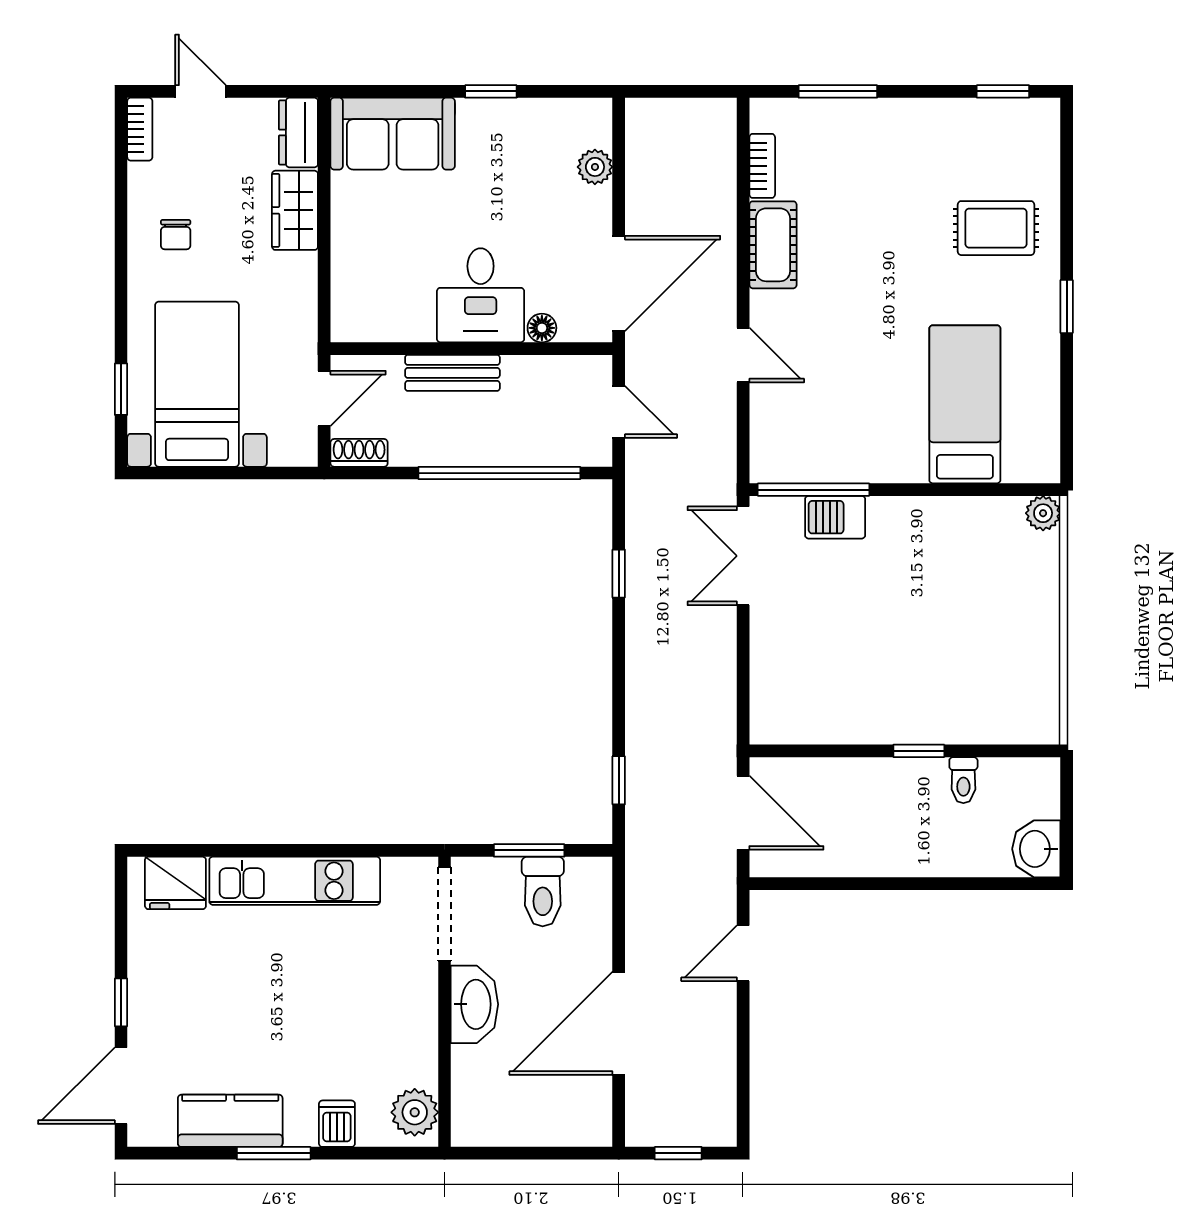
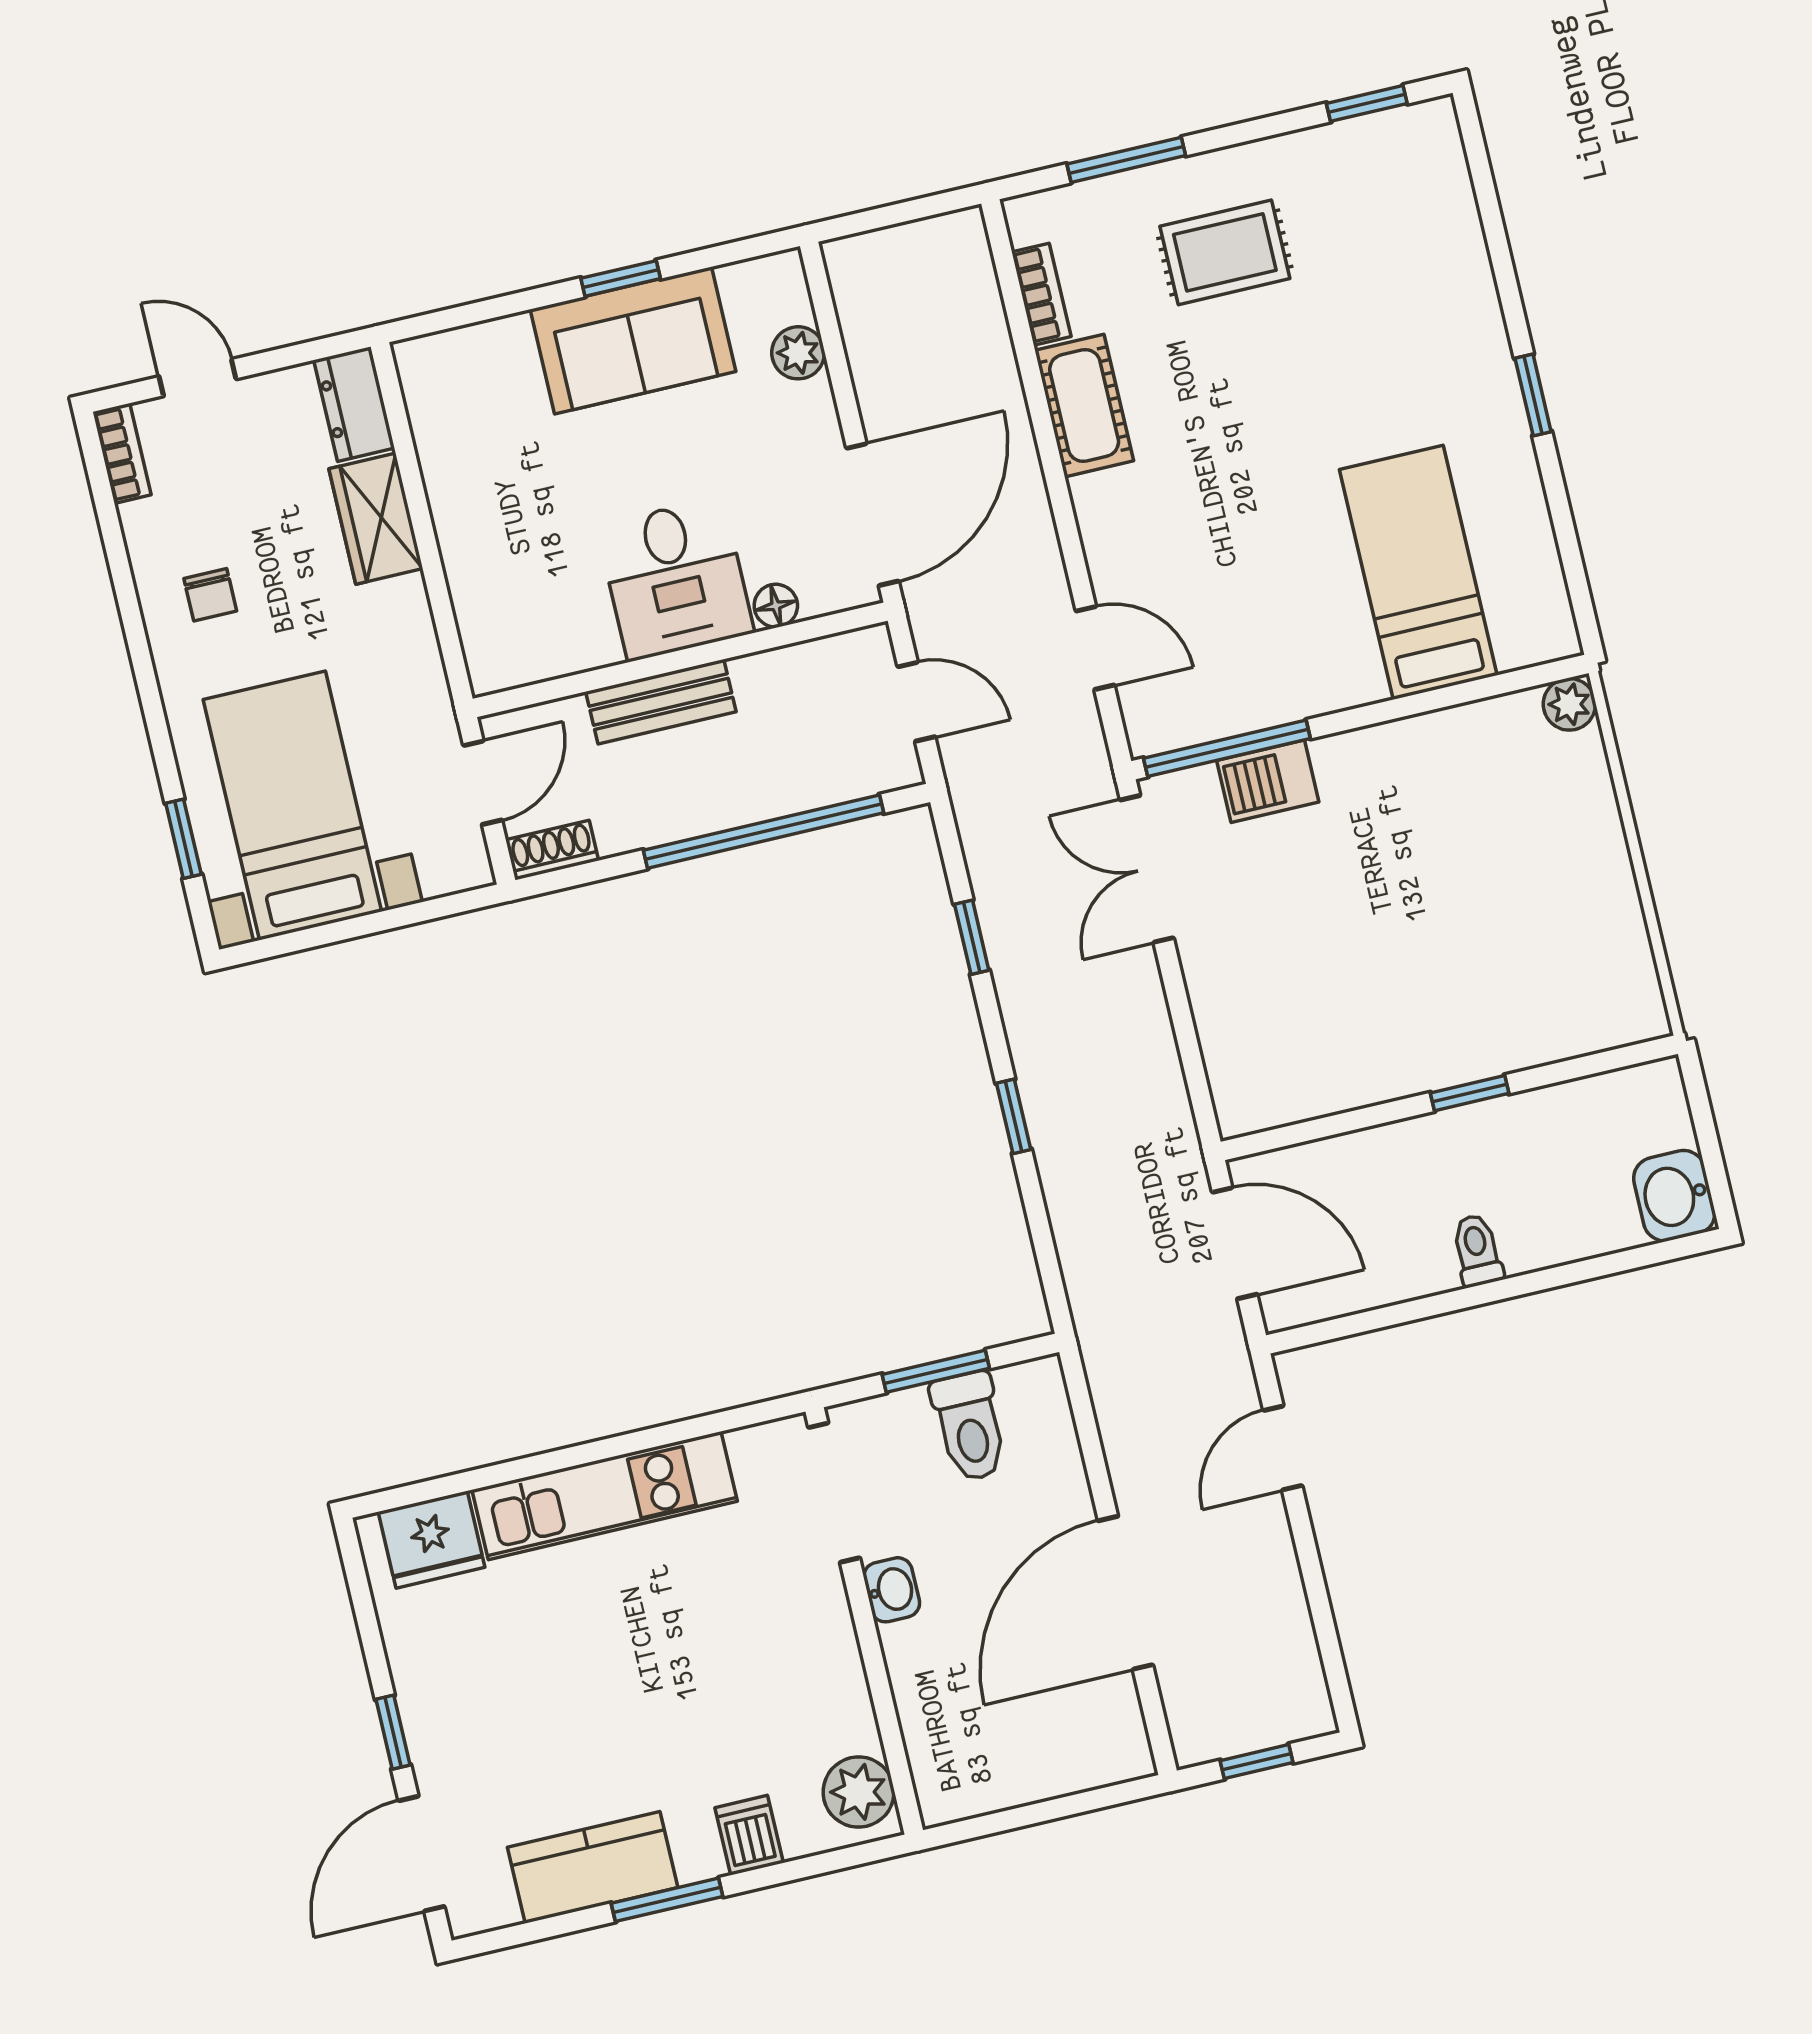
sofa: (393, 134) -> (633, 340), moved
rug: (996, 228) -> (1225, 252), moved
door: (743, 355) -> (1095, 648), moved
window: (619, 780) -> (1014, 1116), moved
toilet: (963, 780) -> (1477, 1250), moved, turned 180
washbasin: (474, 1004) -> (892, 1590), width x0.52, depth x0.69

